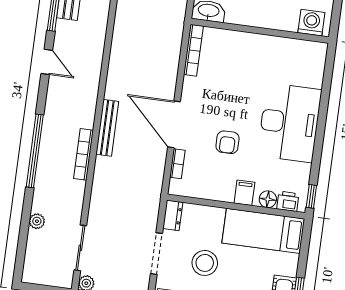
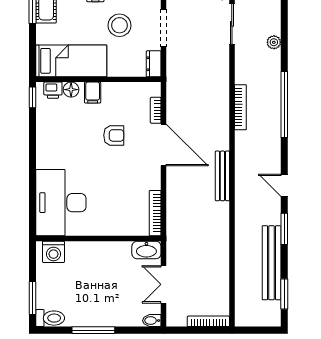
desk: (289, 123) -> (61, 203), moved
bench: (107, 128) -> (222, 176), moved
armchair: (227, 142) -> (114, 135), turned 90

